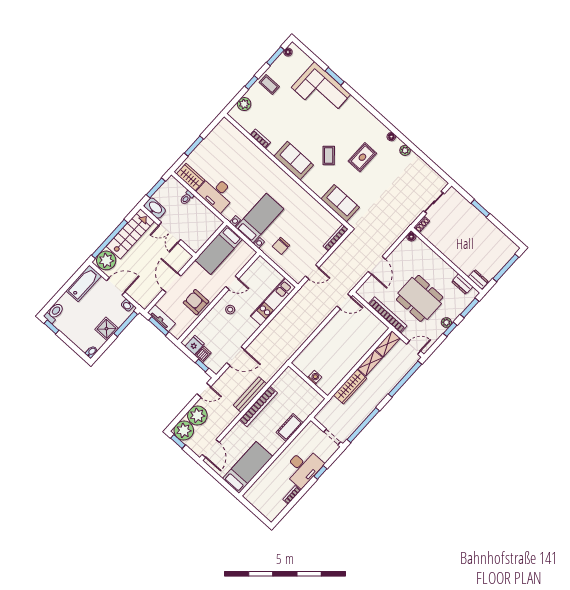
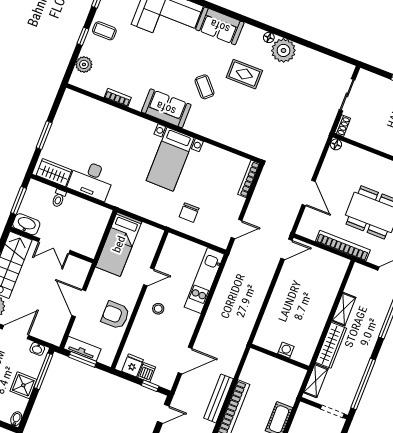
plant: (405, 150) -> (283, 50), width x1.88, depth x1.88
rug: (362, 157) -> (244, 74), turned 90
sofa: (340, 203) -> (220, 26), moved, turned 180
bed with nightstands: (260, 218) -> (170, 159), moved, turned 180
shelving: (388, 344) -> (316, 381), moved

